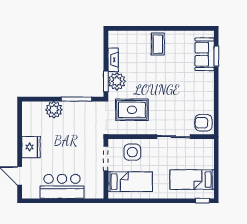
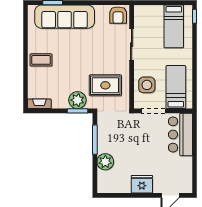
sofa: (205, 54) -> (65, 17), width x1.85, depth x1.27
fireplace: (113, 60) -> (39, 104), moved
rug: (132, 110) -> (105, 85), turned 90
bar counter: (62, 186) -> (180, 134), moved

